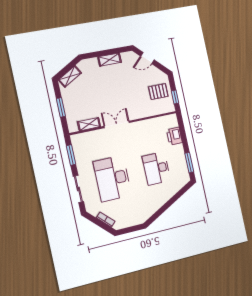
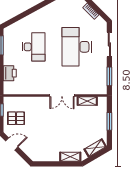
door: (147, 58) -> (12, 144), moved
shelving: (110, 60) -> (70, 157), moved
desk: (112, 178) -> (77, 47), turned 180

